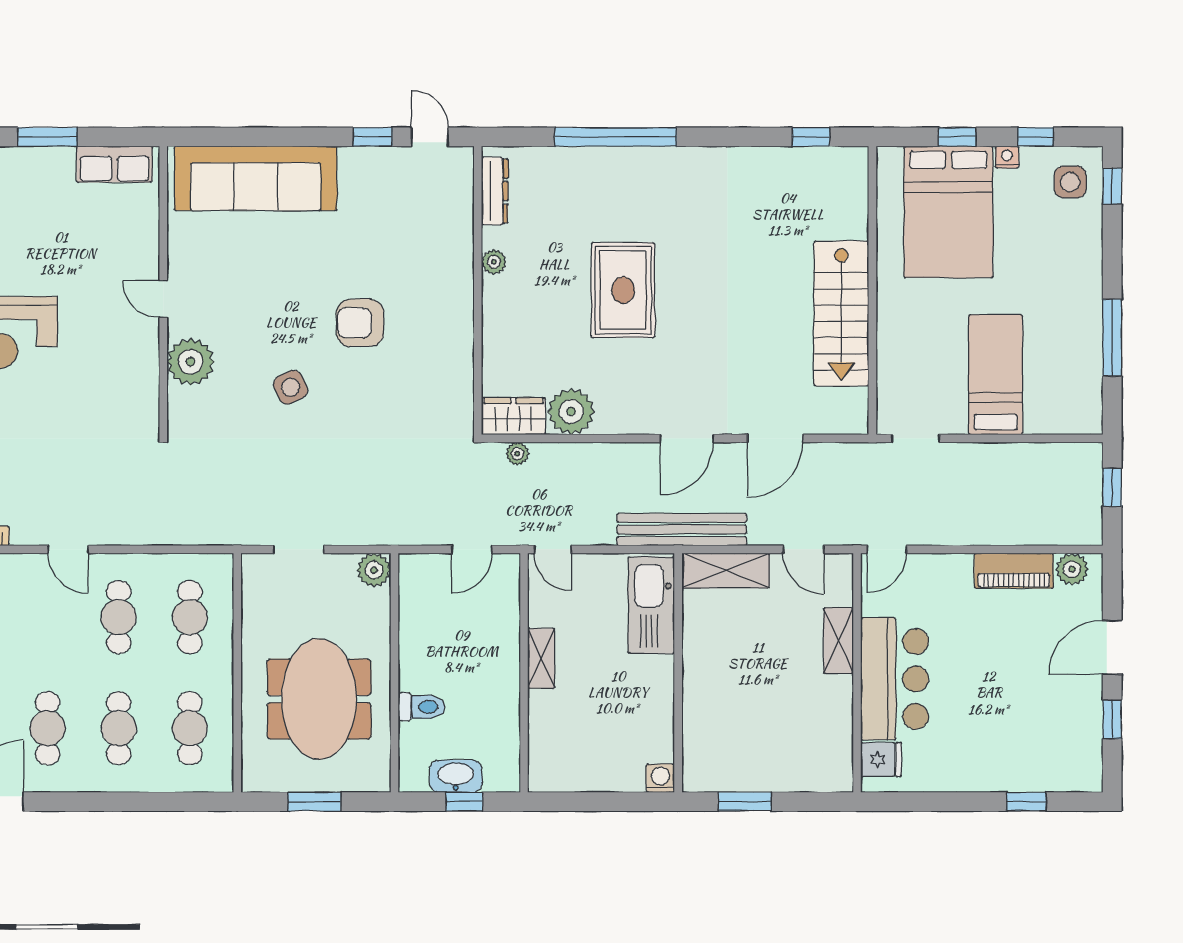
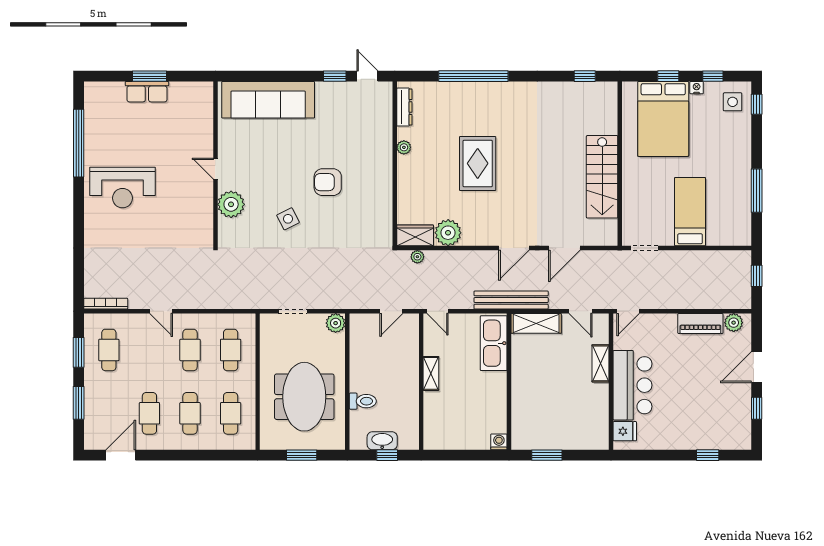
row of seats: (114, 164) -> (147, 92), moved

